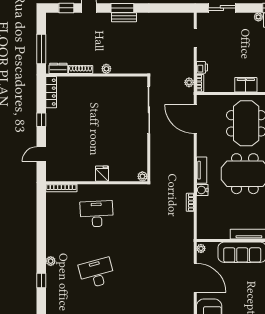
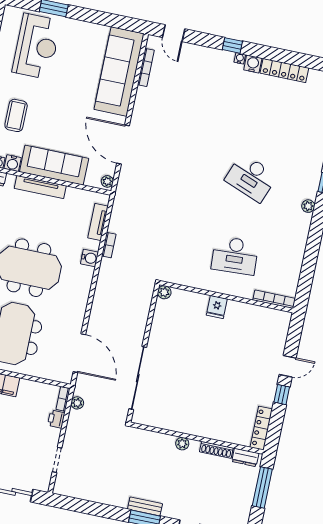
door: (41, 154) -> (288, 366), moved
tv unit: (202, 170) -> (98, 222), moved
desk: (97, 273) -> (251, 178), turned 36

